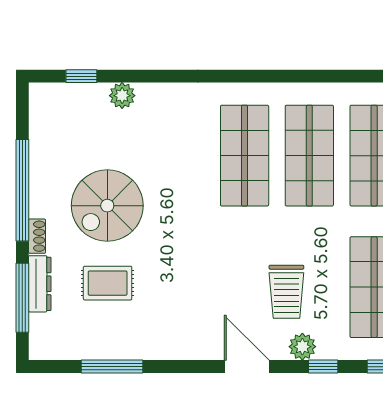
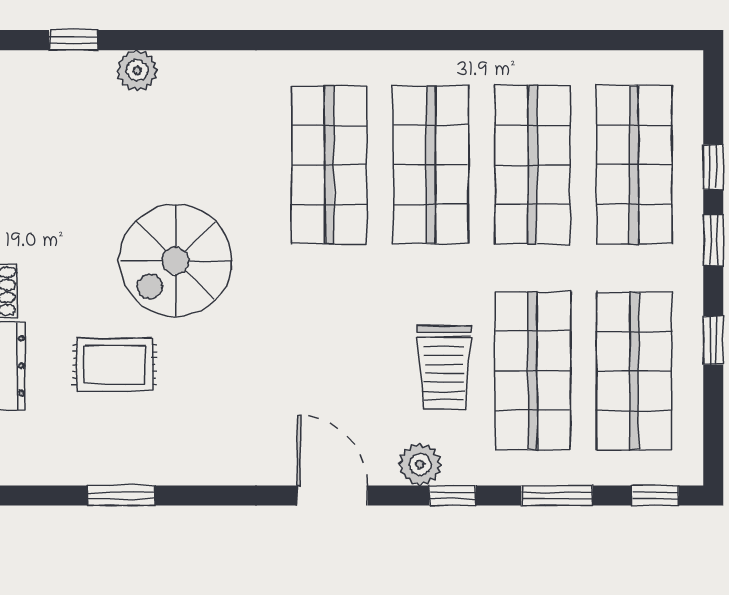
spiral stairs: (107, 206) -> (175, 261), moved
trolley: (286, 292) -> (444, 367), moved
window: (112, 367) -> (121, 496), width x0.69

